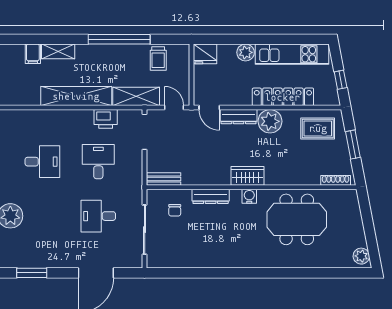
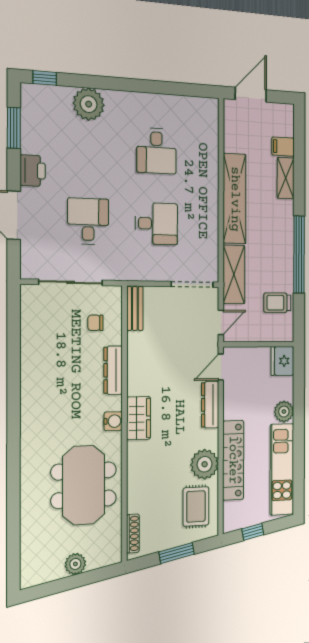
printer: (106, 119) -> (33, 171), moved, turned 180
plant: (270, 121) -> (205, 464), moved
plant: (361, 256) -> (75, 564), moved

